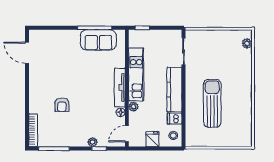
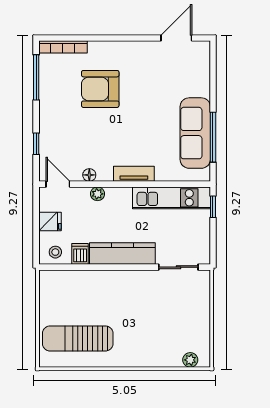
sofa: (98, 40) -> (195, 133), width x1.36
kitchen unit: (136, 74) -> (171, 198), moved
tv unit: (120, 87) -> (134, 174), width x0.71
sun lounger: (212, 103) -> (78, 338), moved, turned 180
armchair: (62, 105) -> (100, 89), width x1.88, depth x1.88
plant: (93, 142) -> (46, 134), removed

